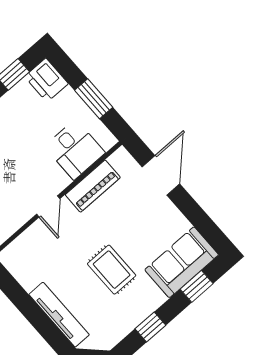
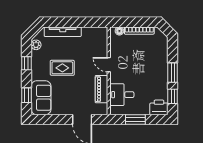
plant: (112, 336) -> (36, 45), added

